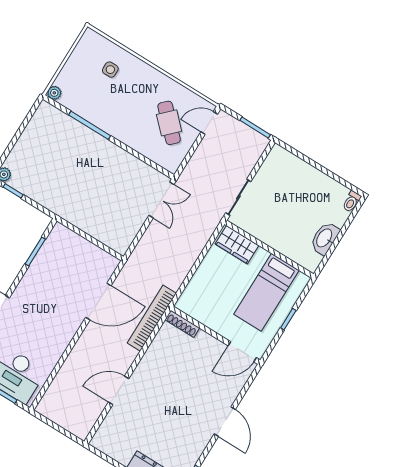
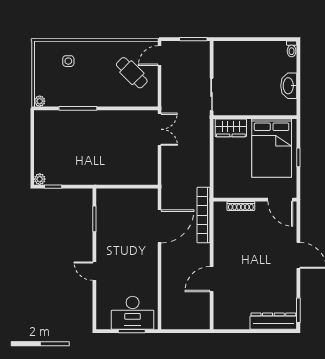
bed: (266, 292) -> (272, 148), width x1.50
shoe rack: (182, 324) -> (241, 206), moved
door: (242, 352) -> (280, 200), hinge flipped

